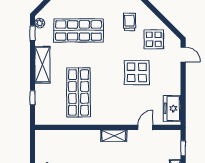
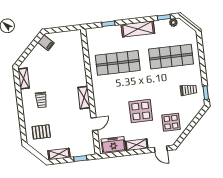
trolley: (130, 22) -> (188, 90), moved
shop shelf: (79, 30) -> (171, 57), turned 90
door: (183, 55) -> (161, 149), hinge flipped
shelving: (175, 82) -> (137, 145), added
door: (145, 127) -> (94, 124), hinge flipped

